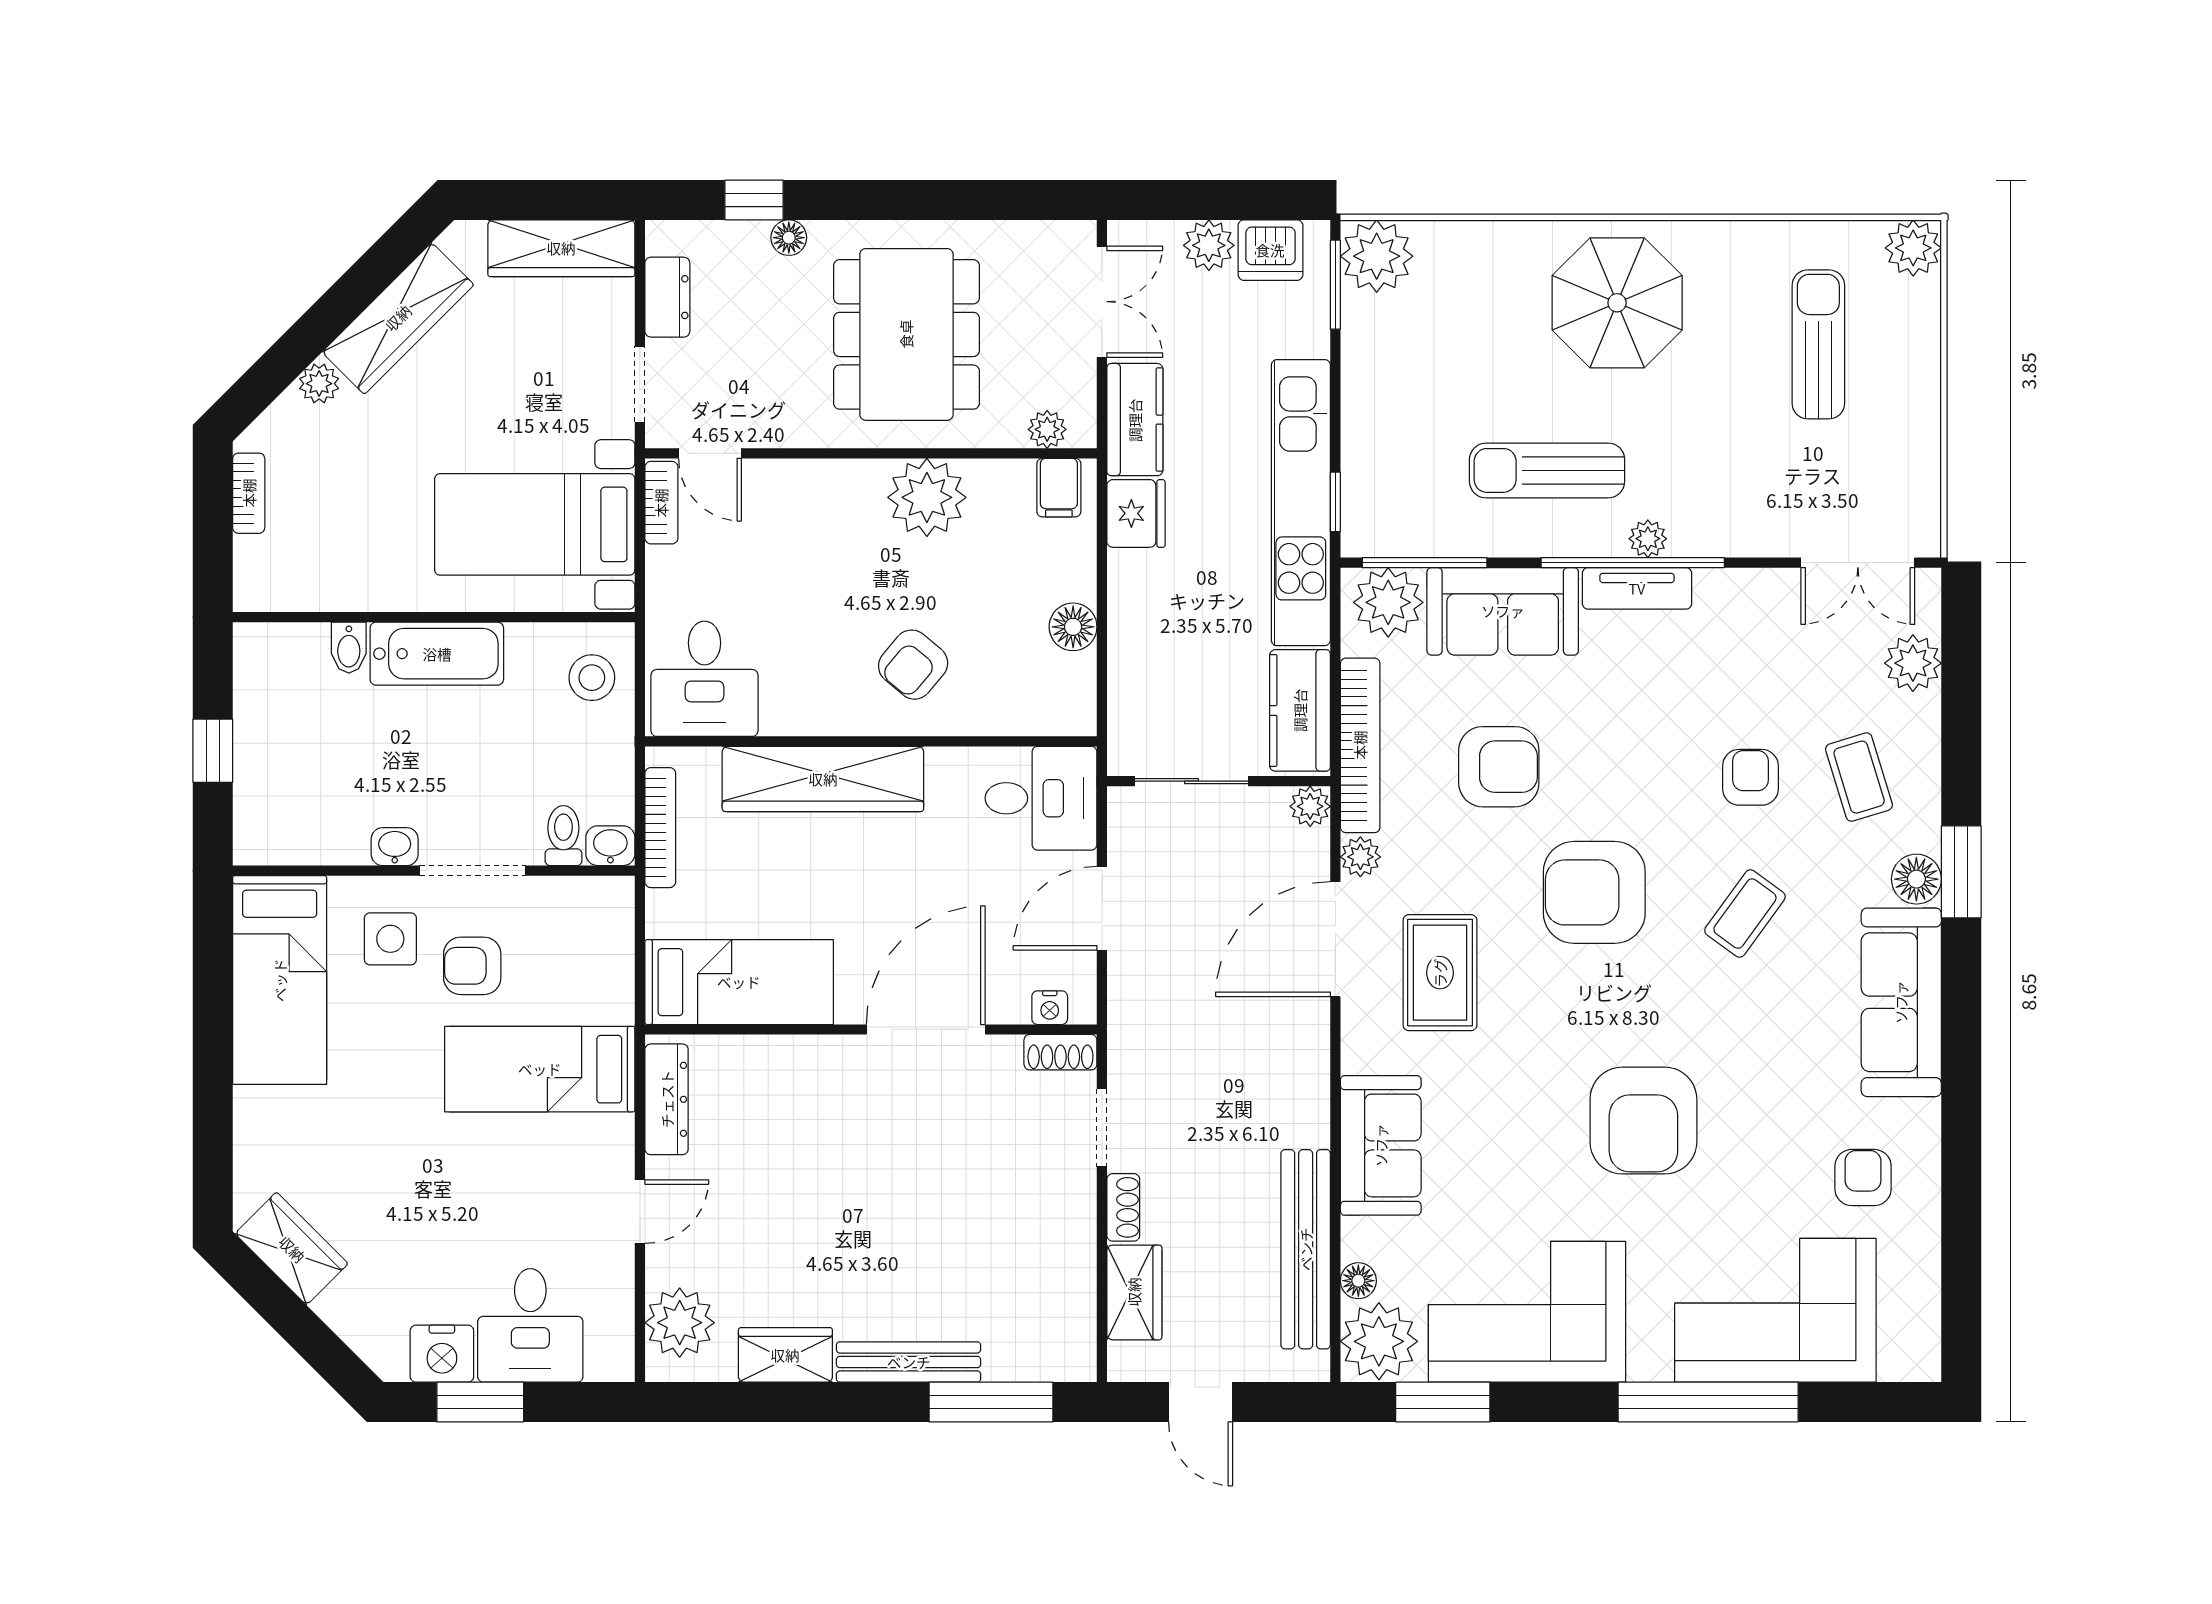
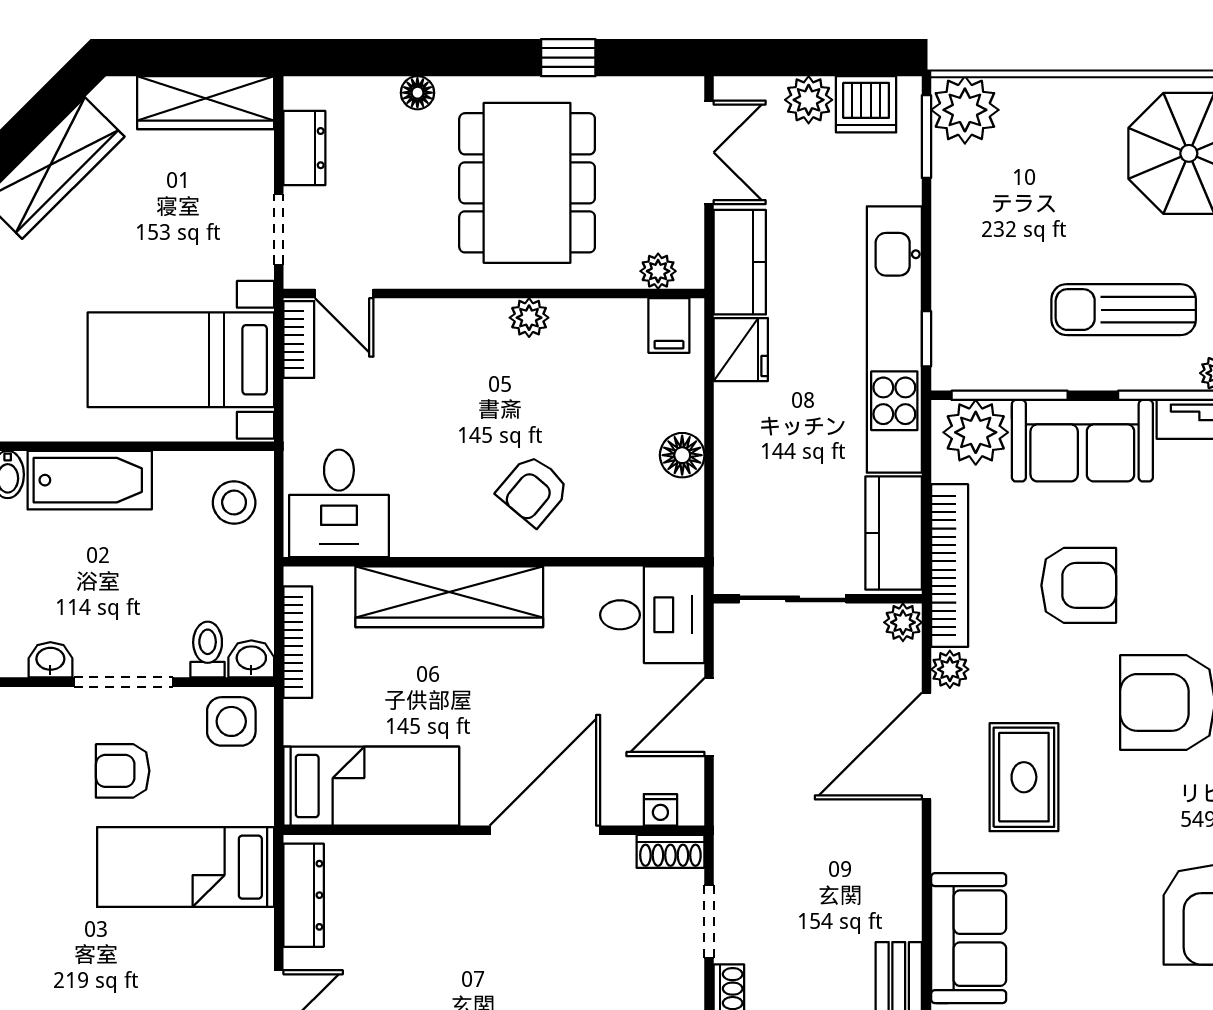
window: (754, 200) -> (568, 58), moved
plant: (927, 497) -> (529, 318), width x0.53, depth x0.53
side table: (390, 939) -> (231, 721), moved

